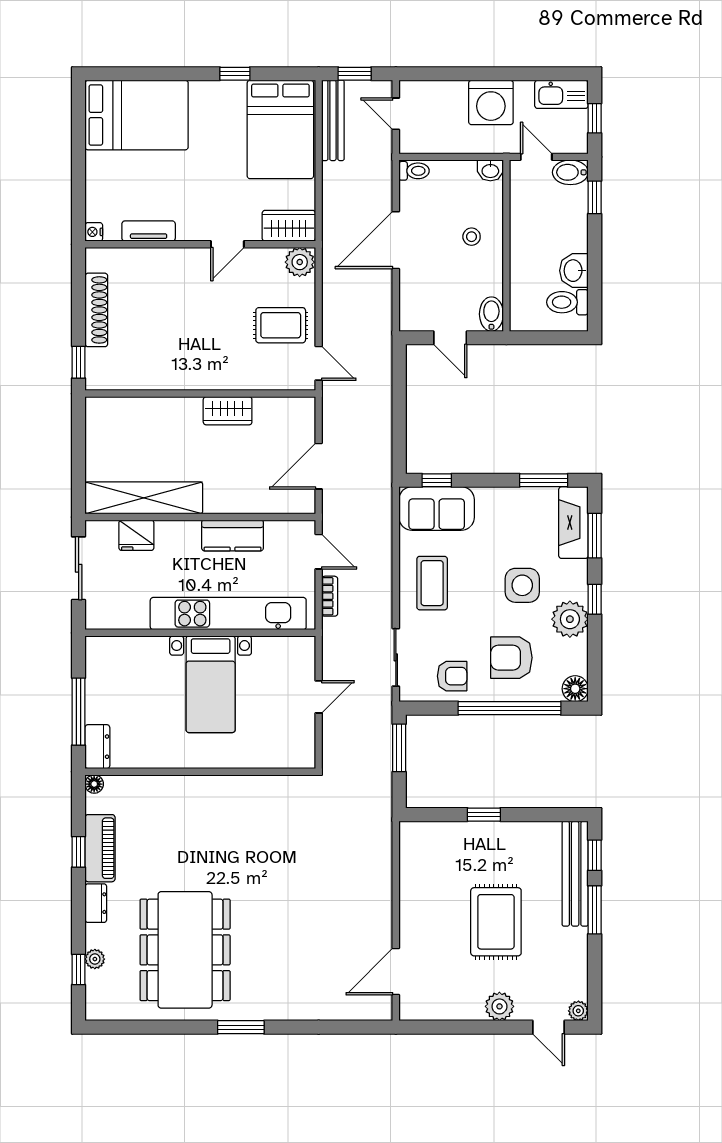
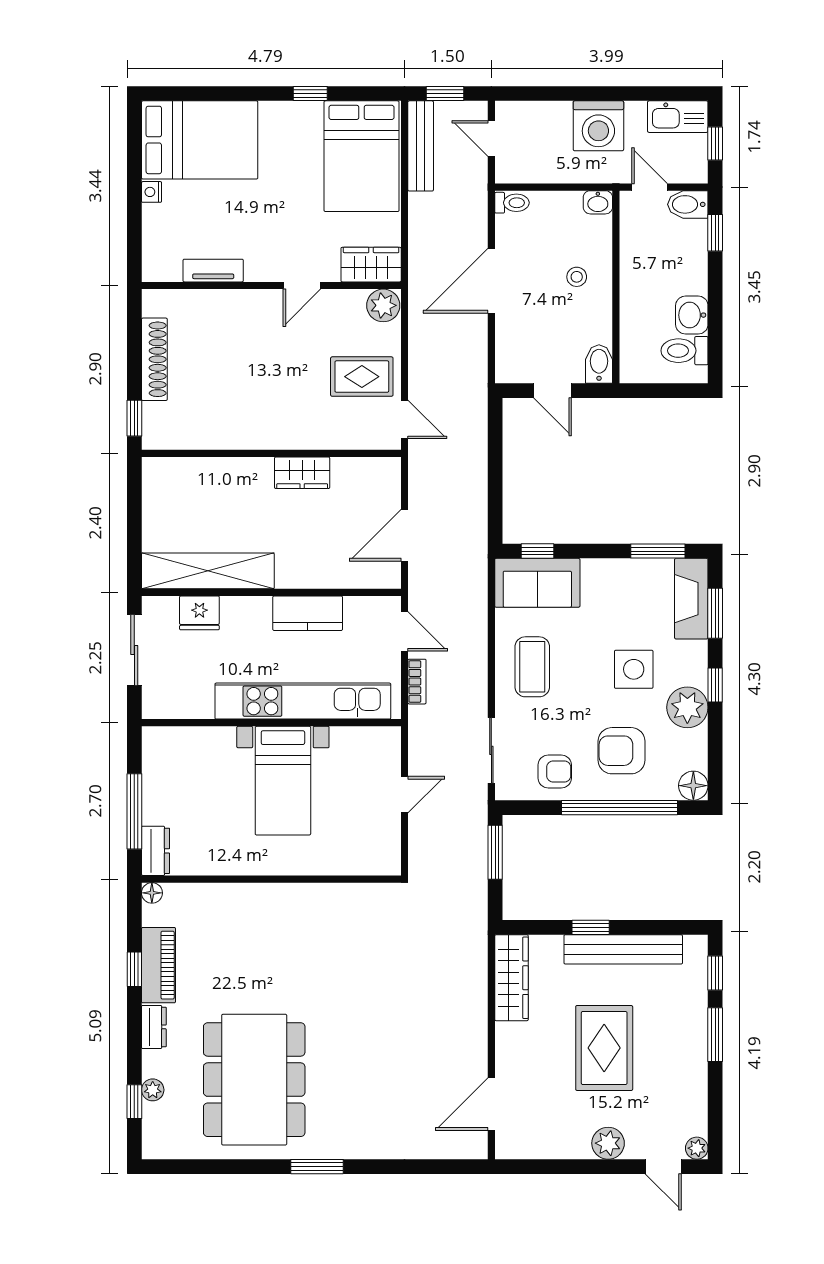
nightstand: (94, 232) -> (152, 192), moved
wardrobe: (414, 859) -> (511, 978), added
bench: (575, 874) -> (623, 949), moved, turned 90

